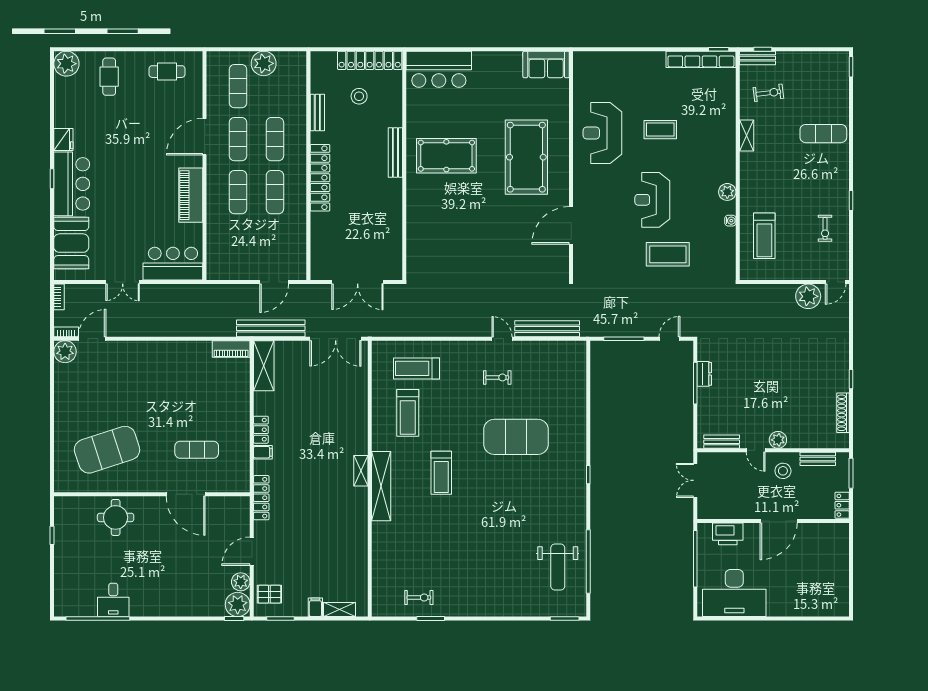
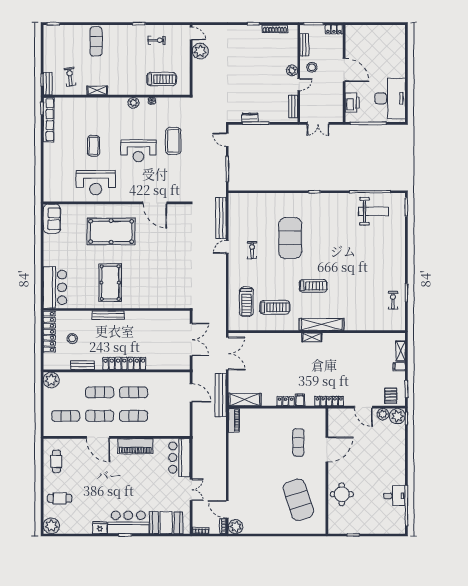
plant: (264, 63) -> (51, 380), moved

